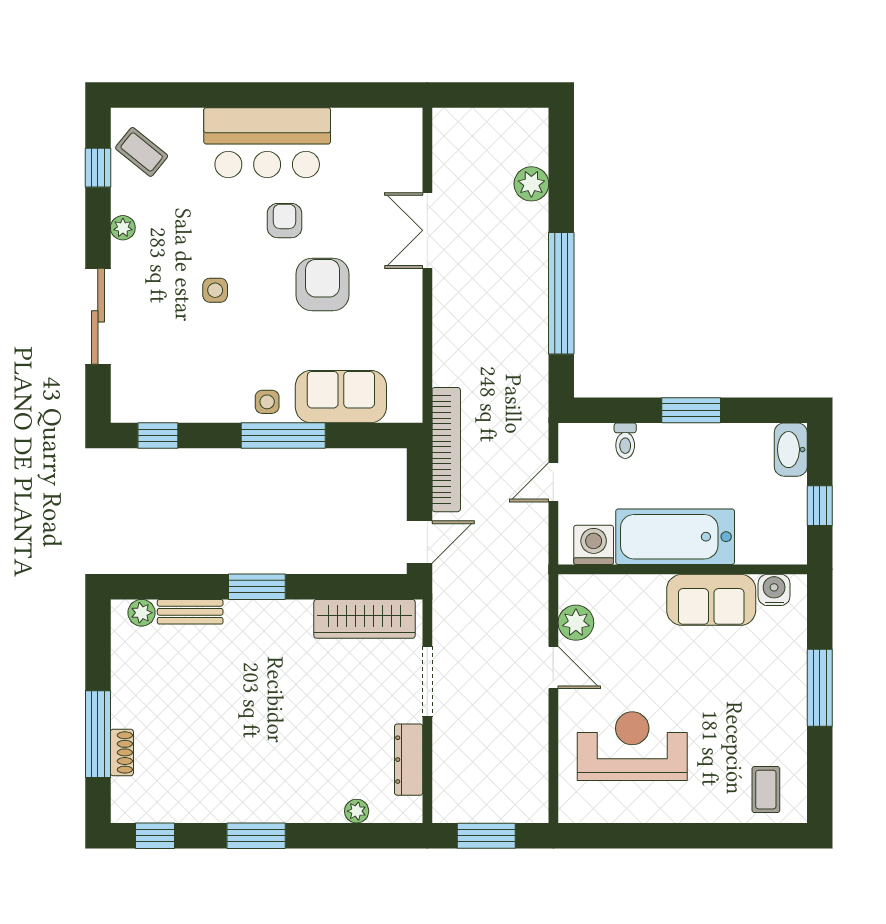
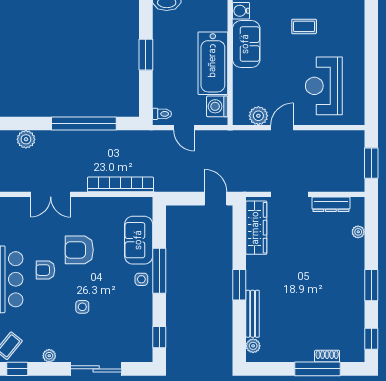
toilet: (625, 441) -> (162, 114), moved
bookcase: (446, 450) -> (120, 184), moved
bench: (190, 612) -> (253, 314), width x1.36
coffee table: (766, 790) -> (304, 26), moved

